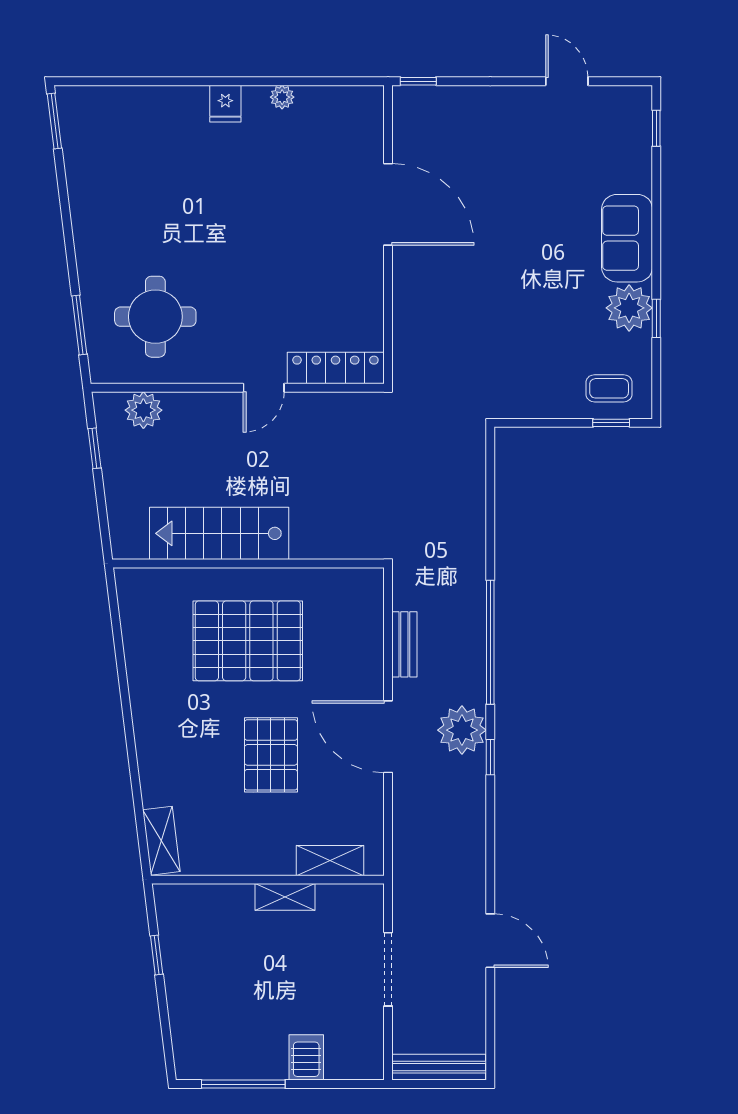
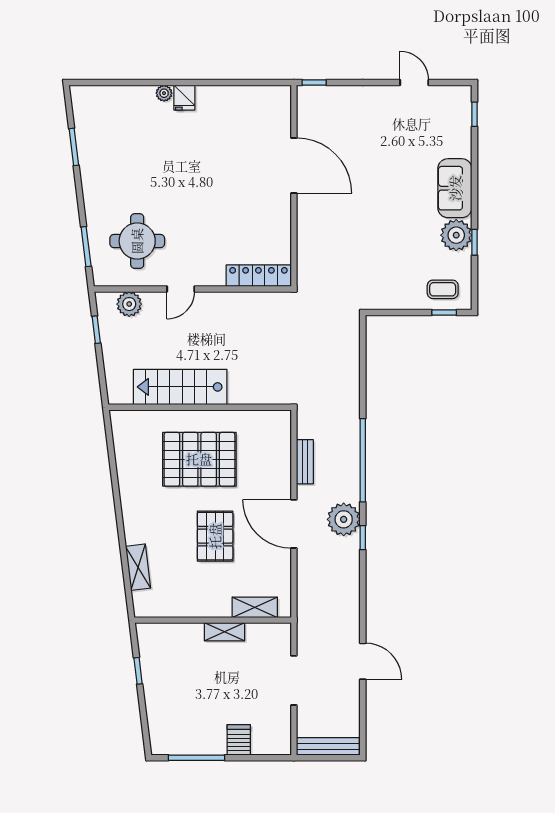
plant: (282, 97) -> (164, 93), moved
window: (54, 121) -> (74, 147), moved
door: (264, 388) -> (181, 289), moved
shelving: (161, 841) -> (138, 567), moved

